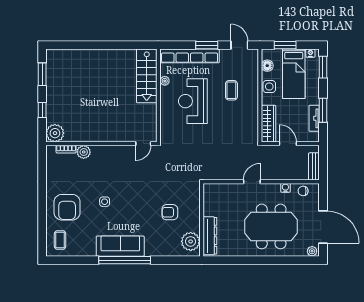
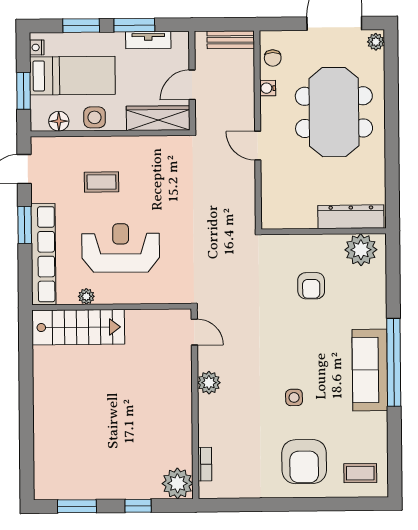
window: (323, 67) -> (81, 26), moved
reception desk: (193, 101) -> (121, 248), turned 180
plant: (84, 152) -> (209, 383), moved
armchair: (67, 207) -> (304, 462), turned 90

